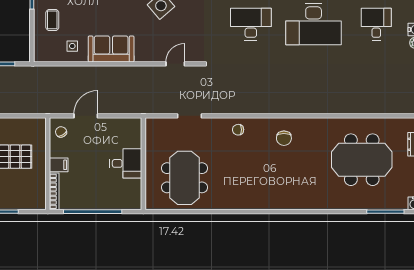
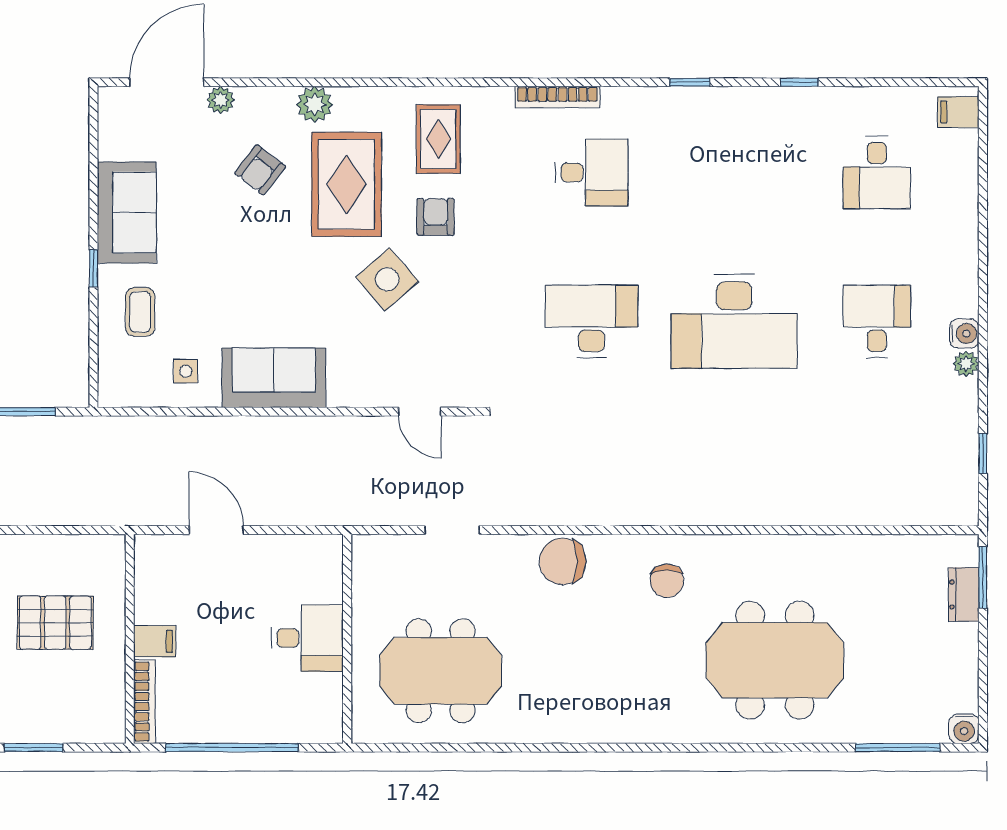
door: (175, 64) -> (420, 412), swing flipped
door: (86, 116) -> (216, 530), hinge flipped
chair: (238, 130) -> (563, 561), width x1.87, depth x1.87
chair: (61, 132) -> (160, 566), removed
meeting table: (362, 160) -> (775, 660), moved
meeting table: (184, 178) -> (441, 671), turned 90

